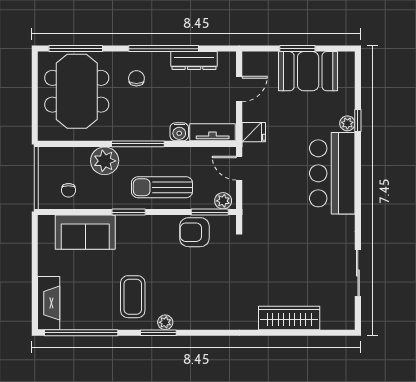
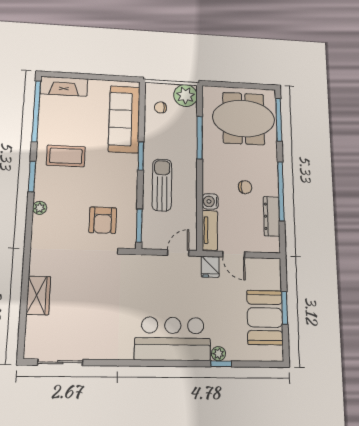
chair: (136, 78) -> (245, 187), moved
door: (239, 89) -> (234, 254), moved
window: (138, 144) -> (200, 138), moved
plant: (105, 161) -> (186, 95), moved
plant: (223, 201) -> (149, 238), removed
sofa: (85, 232) -> (124, 119), width x1.36
armchair: (194, 232) -> (103, 220), moved, turned 180
sliding door: (358, 273) -> (60, 362), moved
wardrobe: (289, 318) -> (38, 295), width x0.67
plant: (165, 322) -> (40, 208), moved

